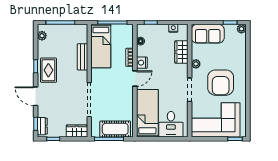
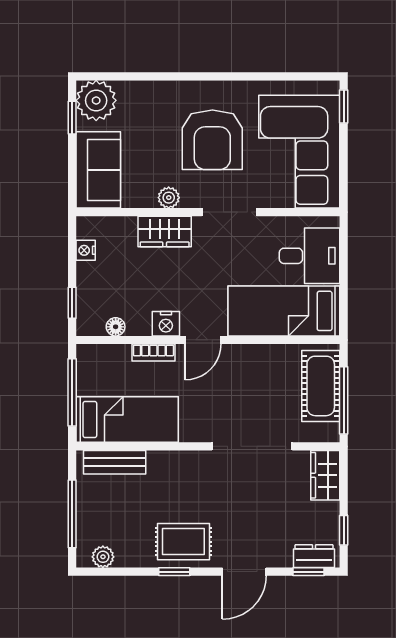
plant: (241, 29) -> (96, 100), width x1.87, depth x1.87
wardrobe: (181, 52) -> (165, 232), moved
bench: (82, 57) -> (115, 462), moved
door: (135, 79) -> (203, 340), swing flipped
armchair: (221, 83) -> (212, 140), turned 90

